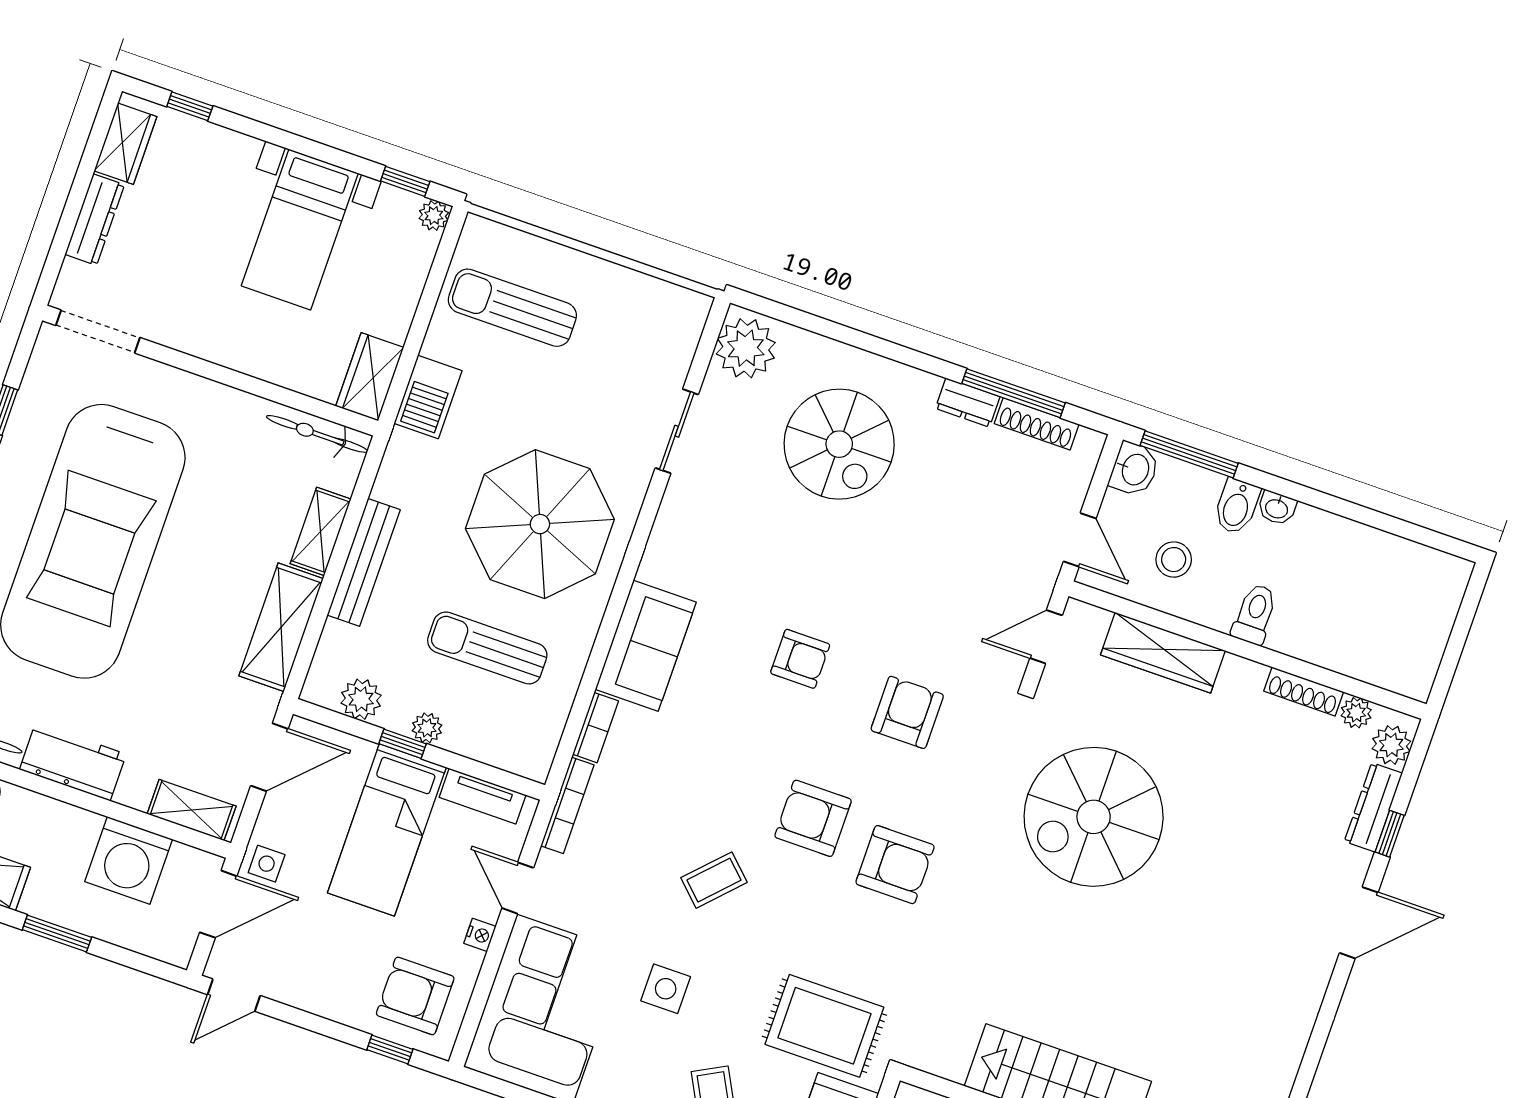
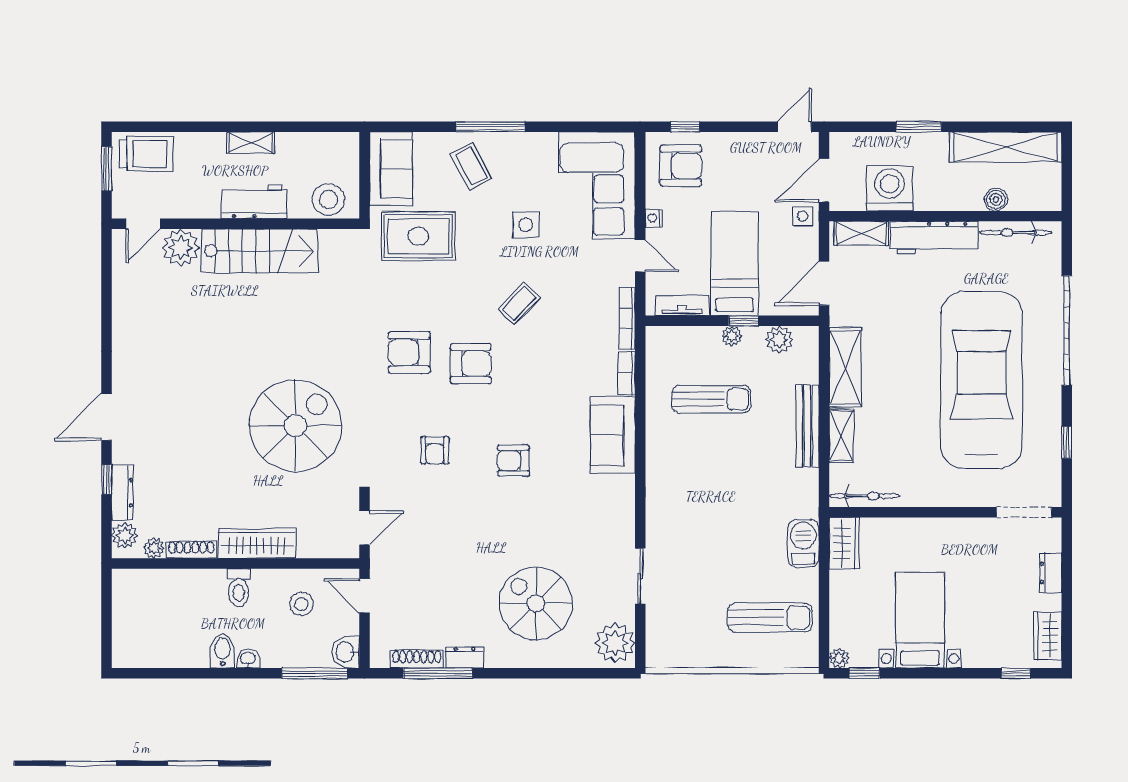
dresser: (95, 220) -> (1050, 573), width x0.70
bidet: (1237, 506) -> (223, 651), moved
parasol: (540, 524) -> (706, 488), removed
wardrobe: (1163, 653) -> (257, 543), moved
armchair: (907, 712) -> (435, 450), width x0.72, depth x0.72
workbench: (73, 762) -> (934, 238), width x1.38

